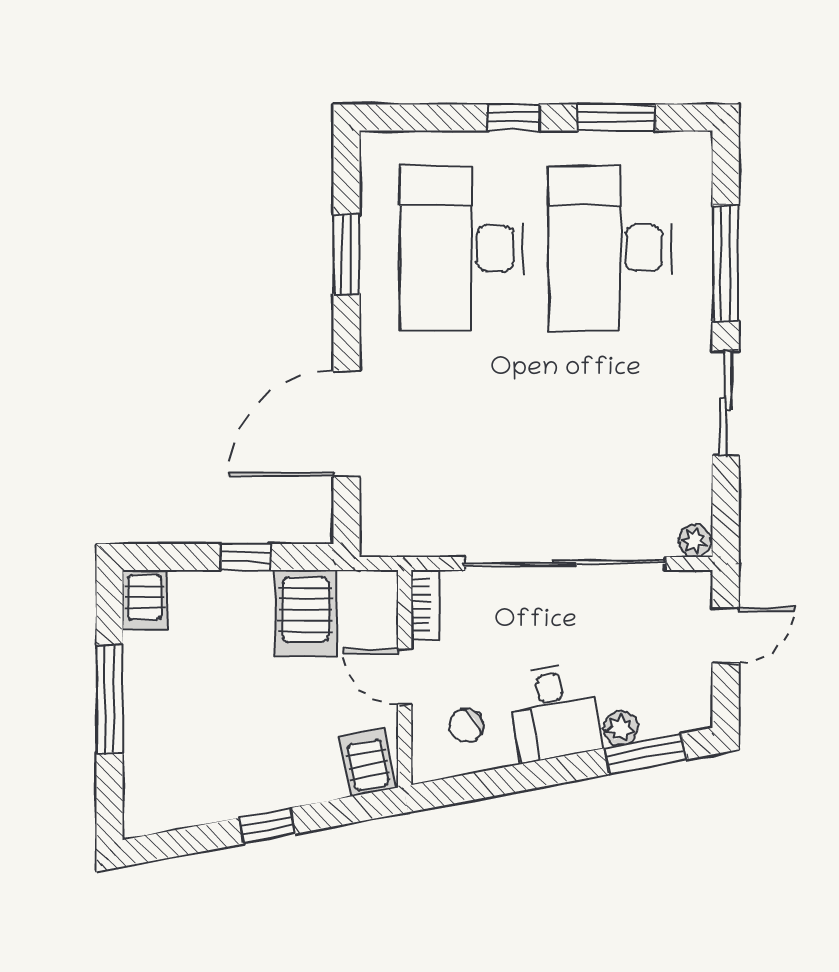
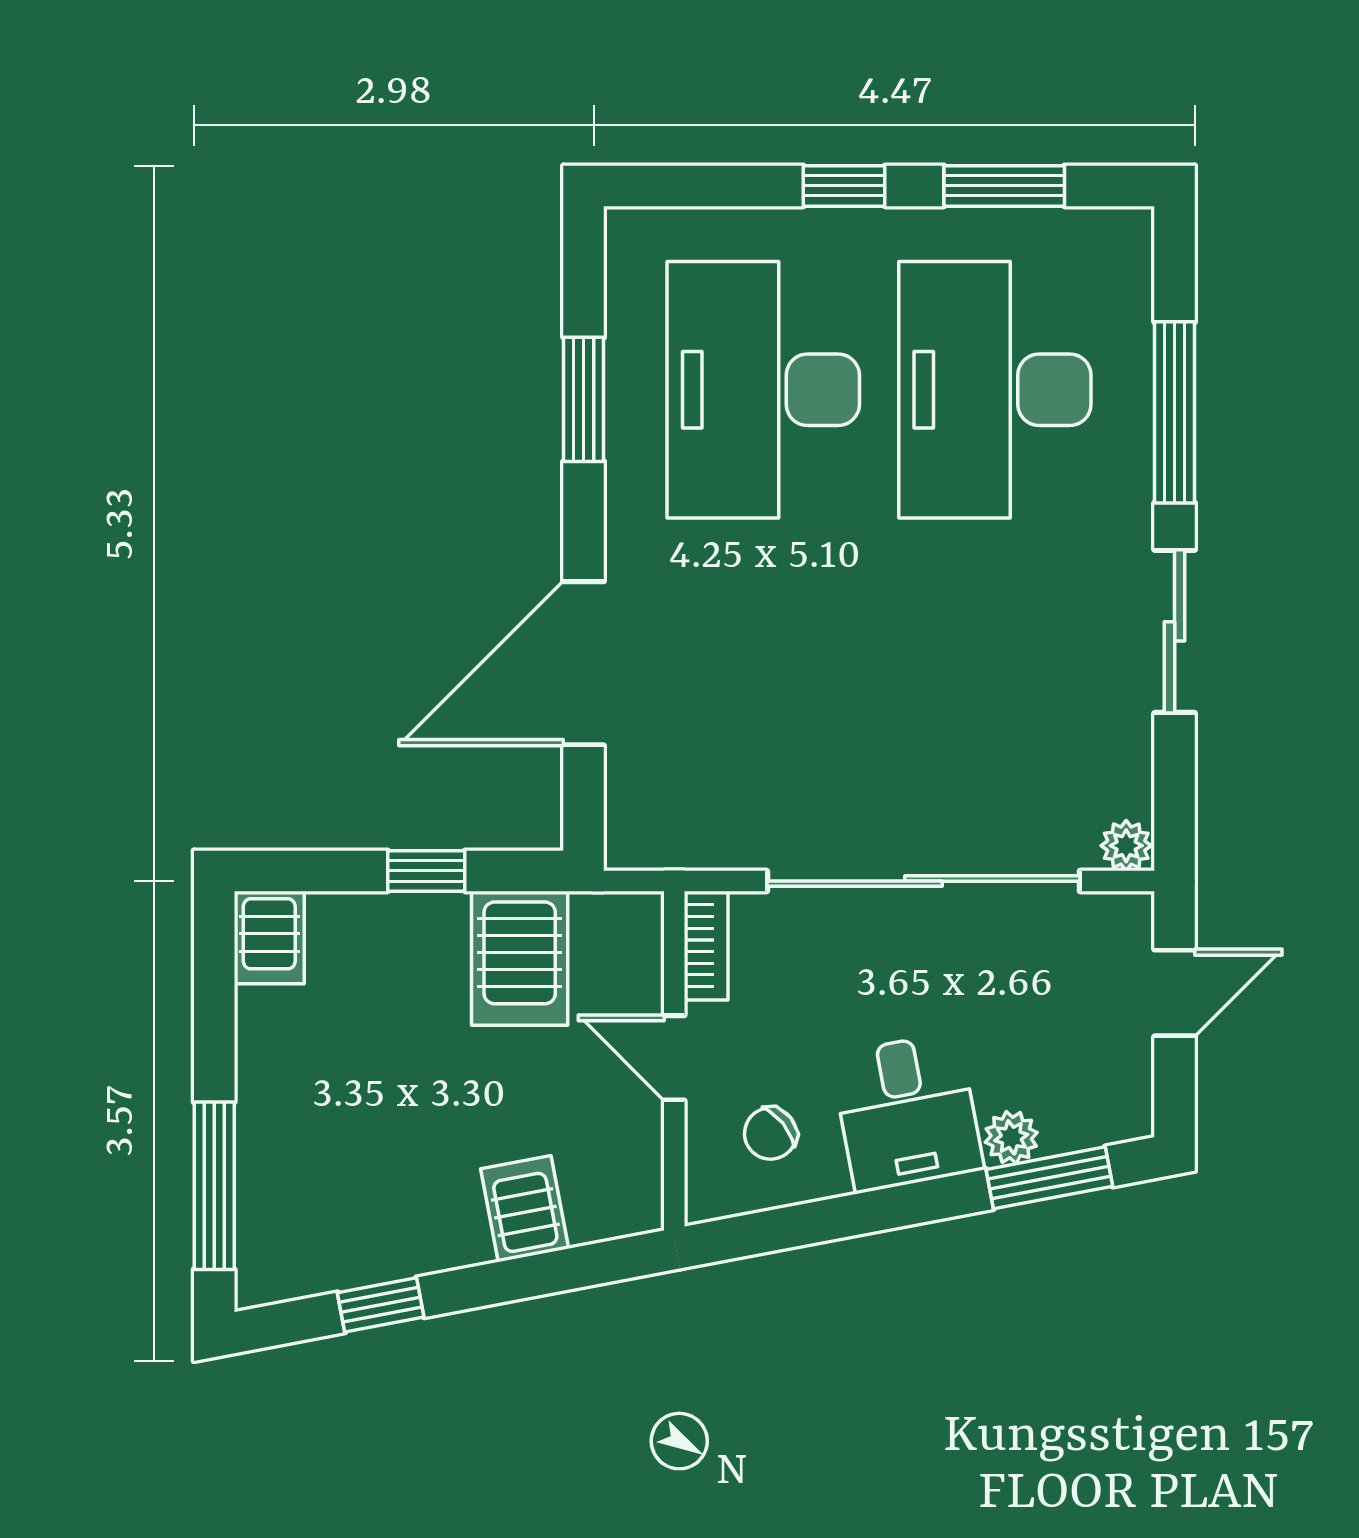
window: (109, 699) -> (214, 1186), moved
server rack: (368, 763) -> (525, 1209), moved
window: (267, 826) -> (381, 1305), moved

